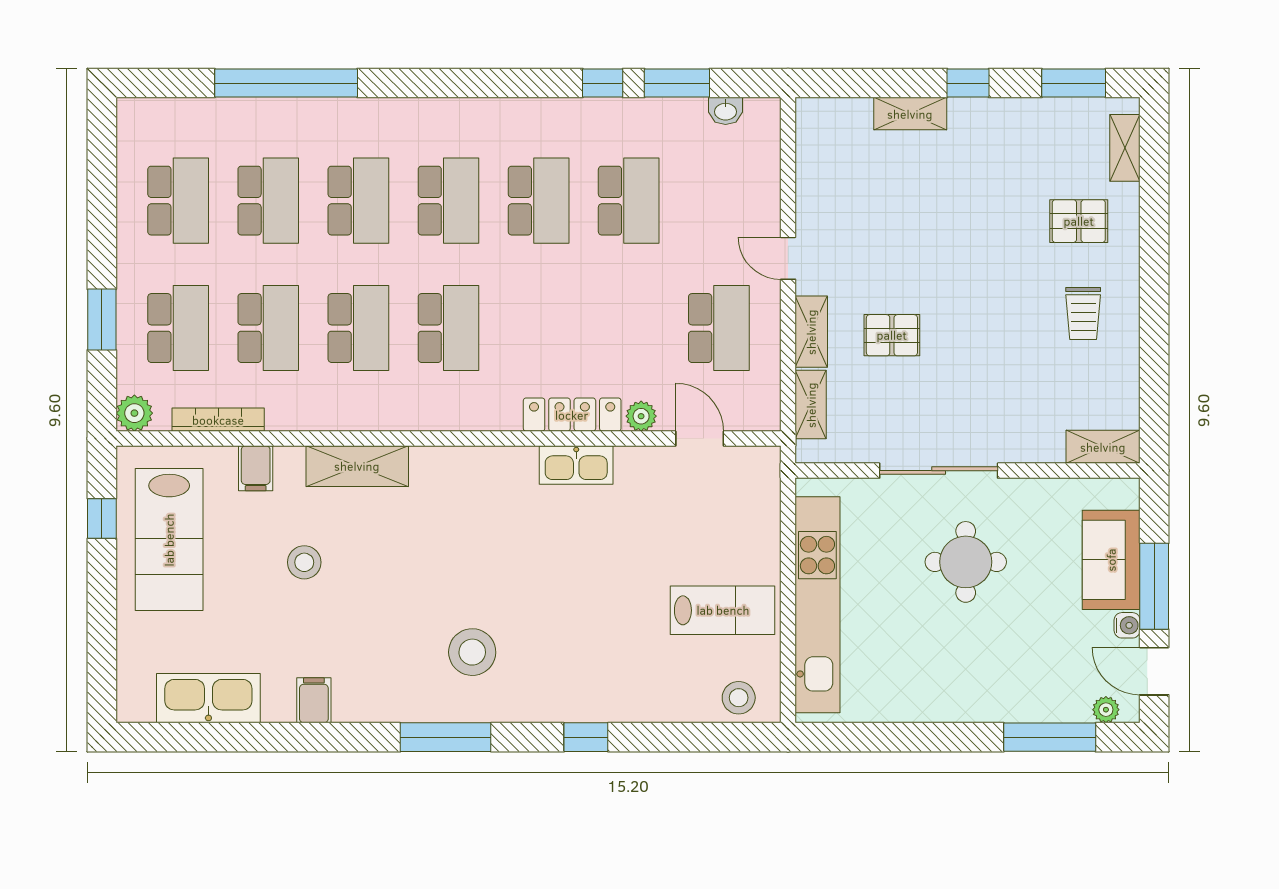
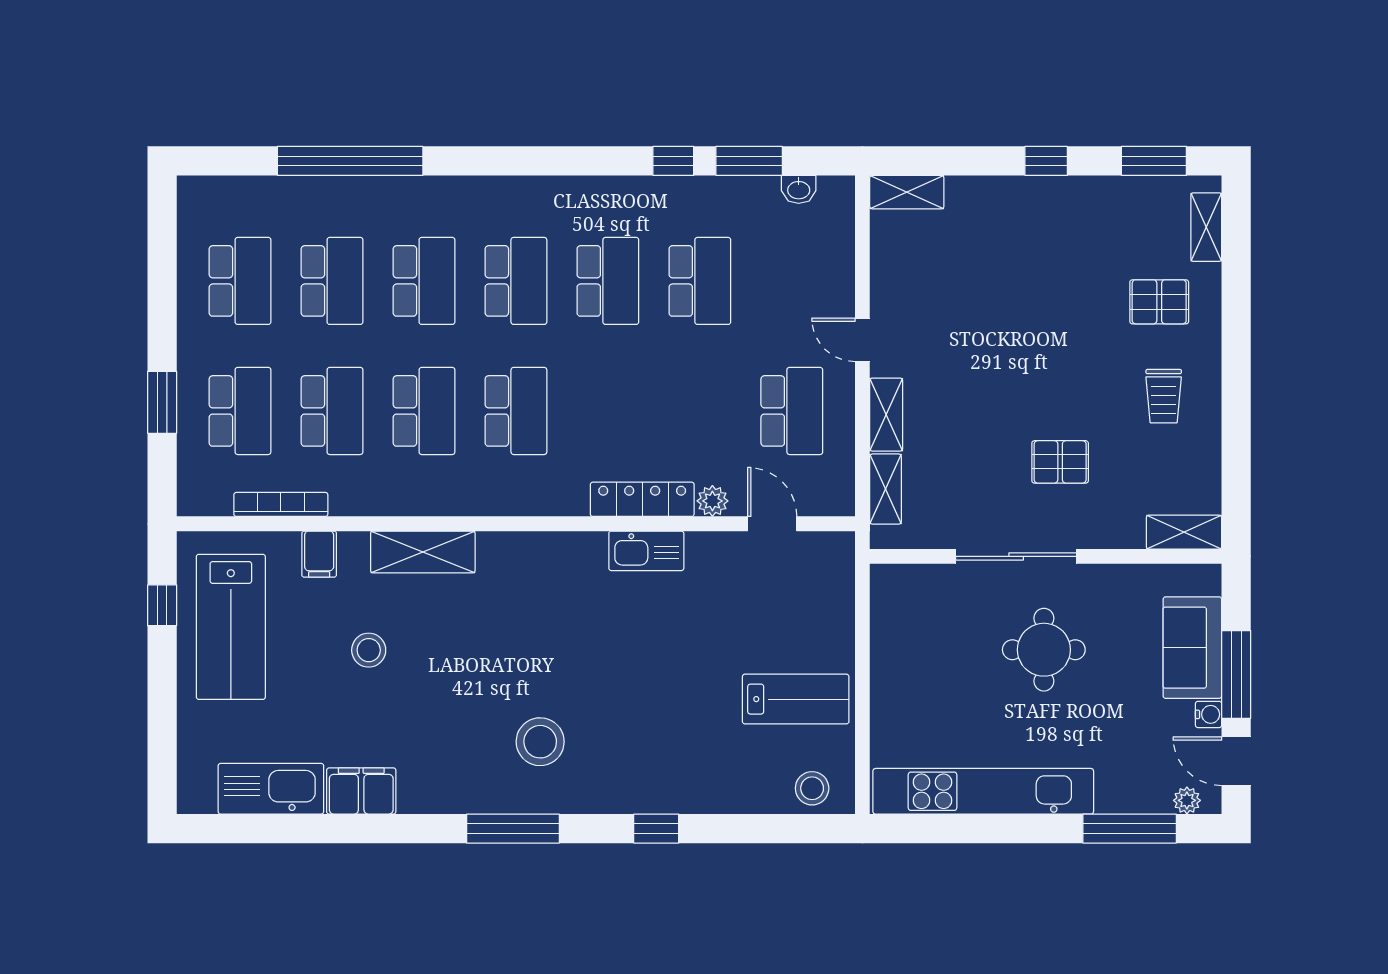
shelving: (910, 114) -> (907, 192), moved
pallet: (892, 335) -> (1060, 462), moved
plant: (134, 413) -> (195, 498), removed
kitchen unit: (817, 605) -> (983, 791), moved, turned -90
filing cabinet: (314, 700) -> (361, 791), width x2.00

